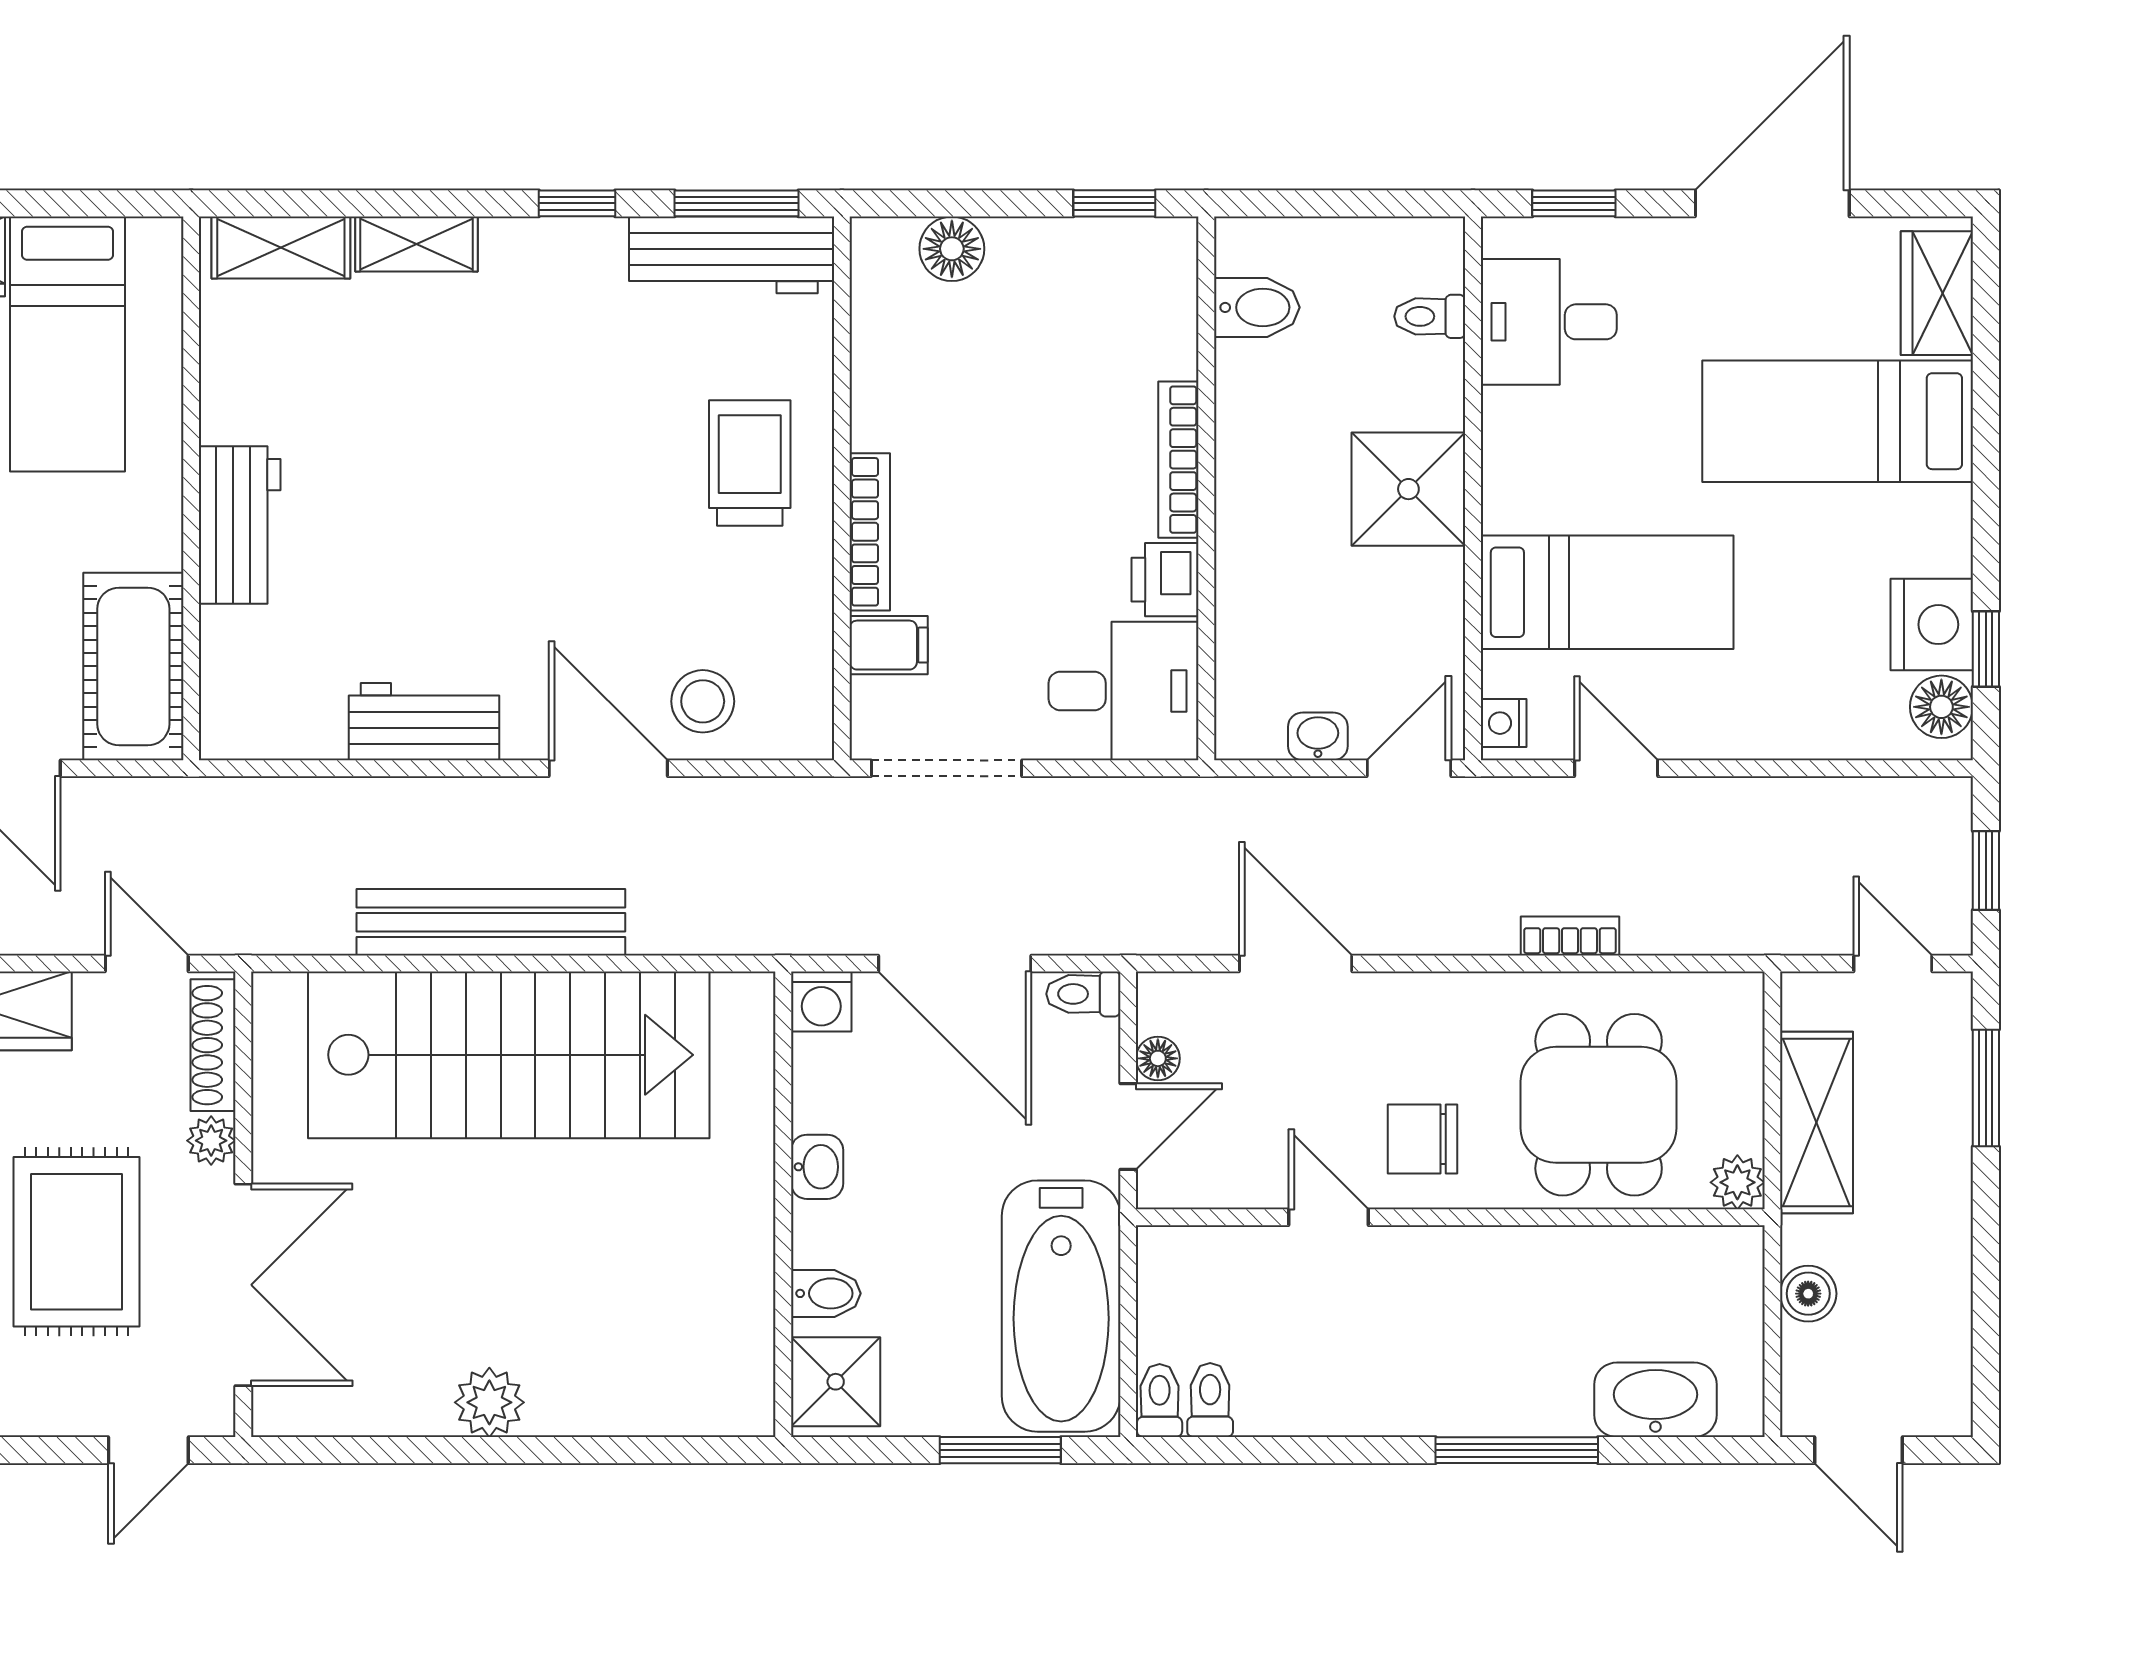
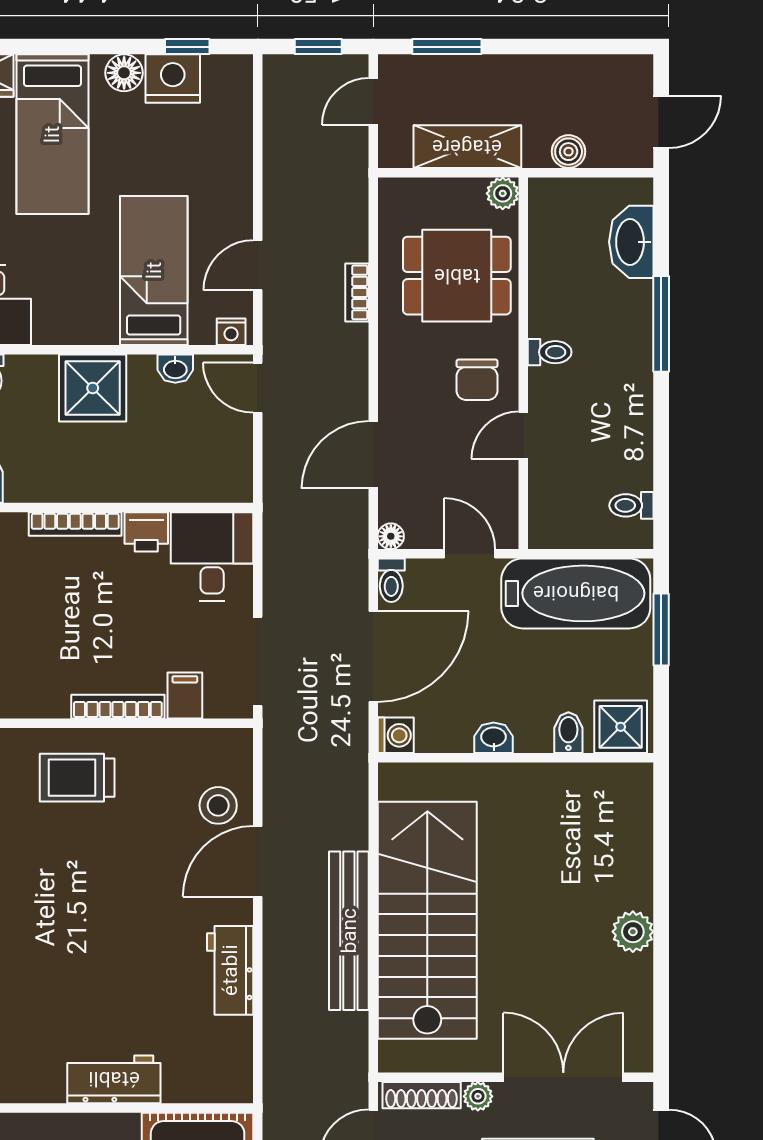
floor lamp: (1941, 707) -> (124, 73), moved
washbasin: (1318, 736) -> (175, 369), moved, turned -90
floor lamp: (1158, 1058) -> (391, 536), moved
toilet: (1160, 1401) -> (550, 352), moved, turned 180

